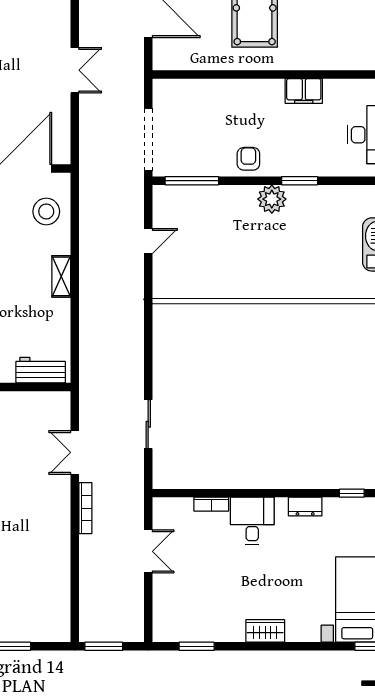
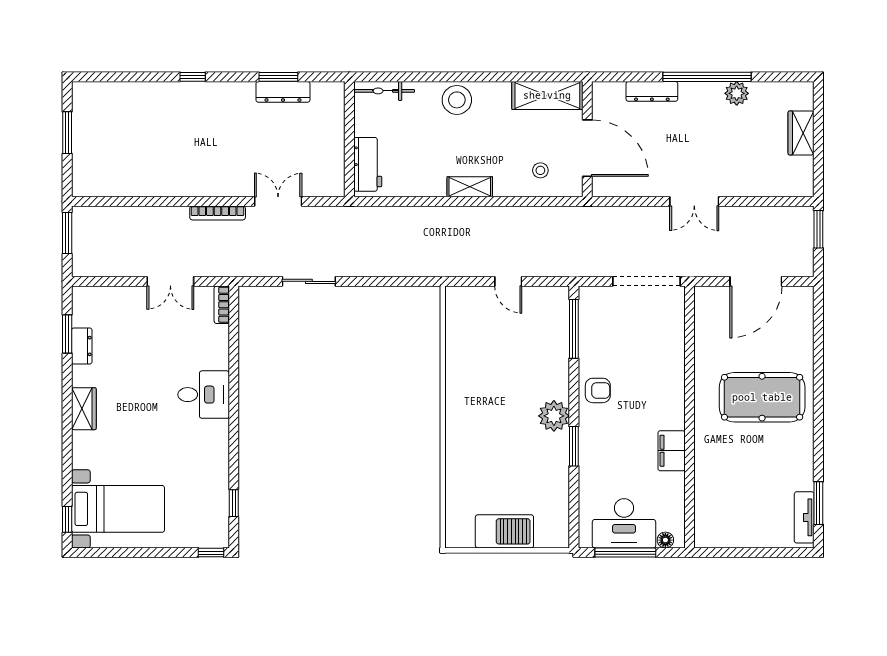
doorway: (148, 140) -> (646, 281), moved
stool: (46, 211) -> (540, 170), width x0.53, depth x0.53
bookcase: (211, 504) -> (222, 305), moved
dresser: (305, 507) -> (82, 346), moved, turned 180

